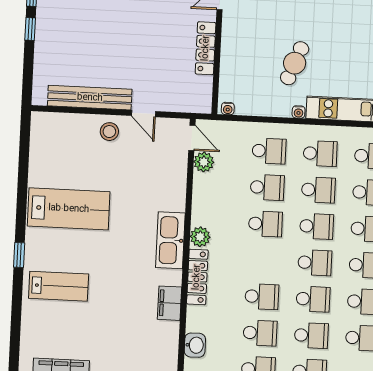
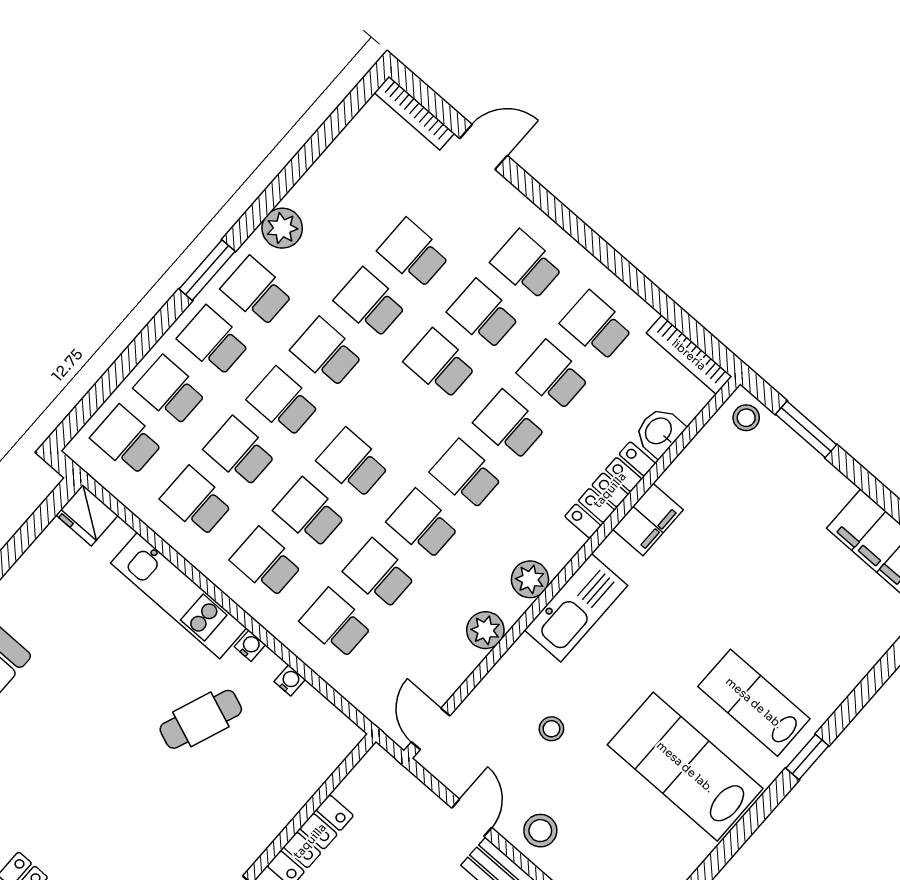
water cooler: (228, 109) -> (290, 680), moved
plant: (204, 162) -> (485, 630), moved
stool: (139, 179) -> (551, 729), added
school desk: (315, 263) -> (466, 475), moved
locker: (197, 277) -> (610, 490), moved
lab bench: (59, 286) -> (754, 703), moved

